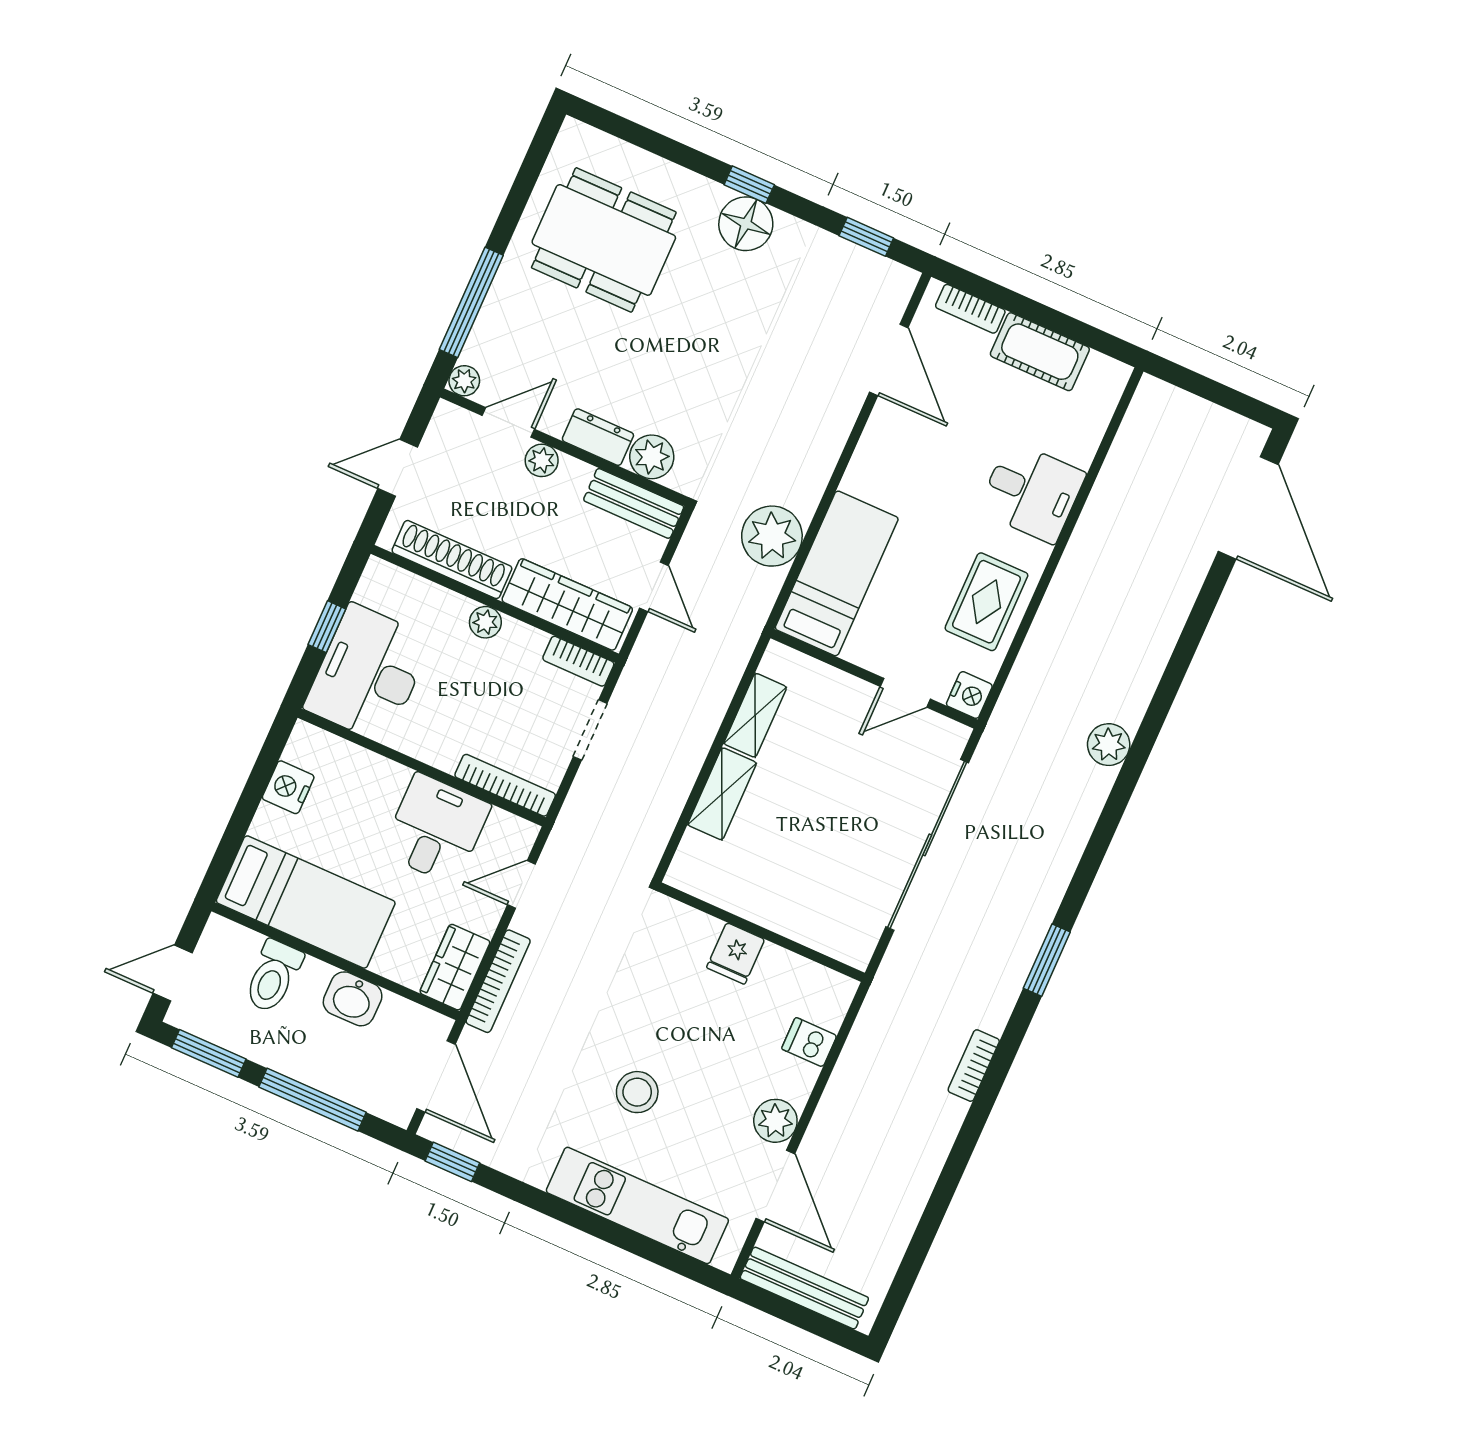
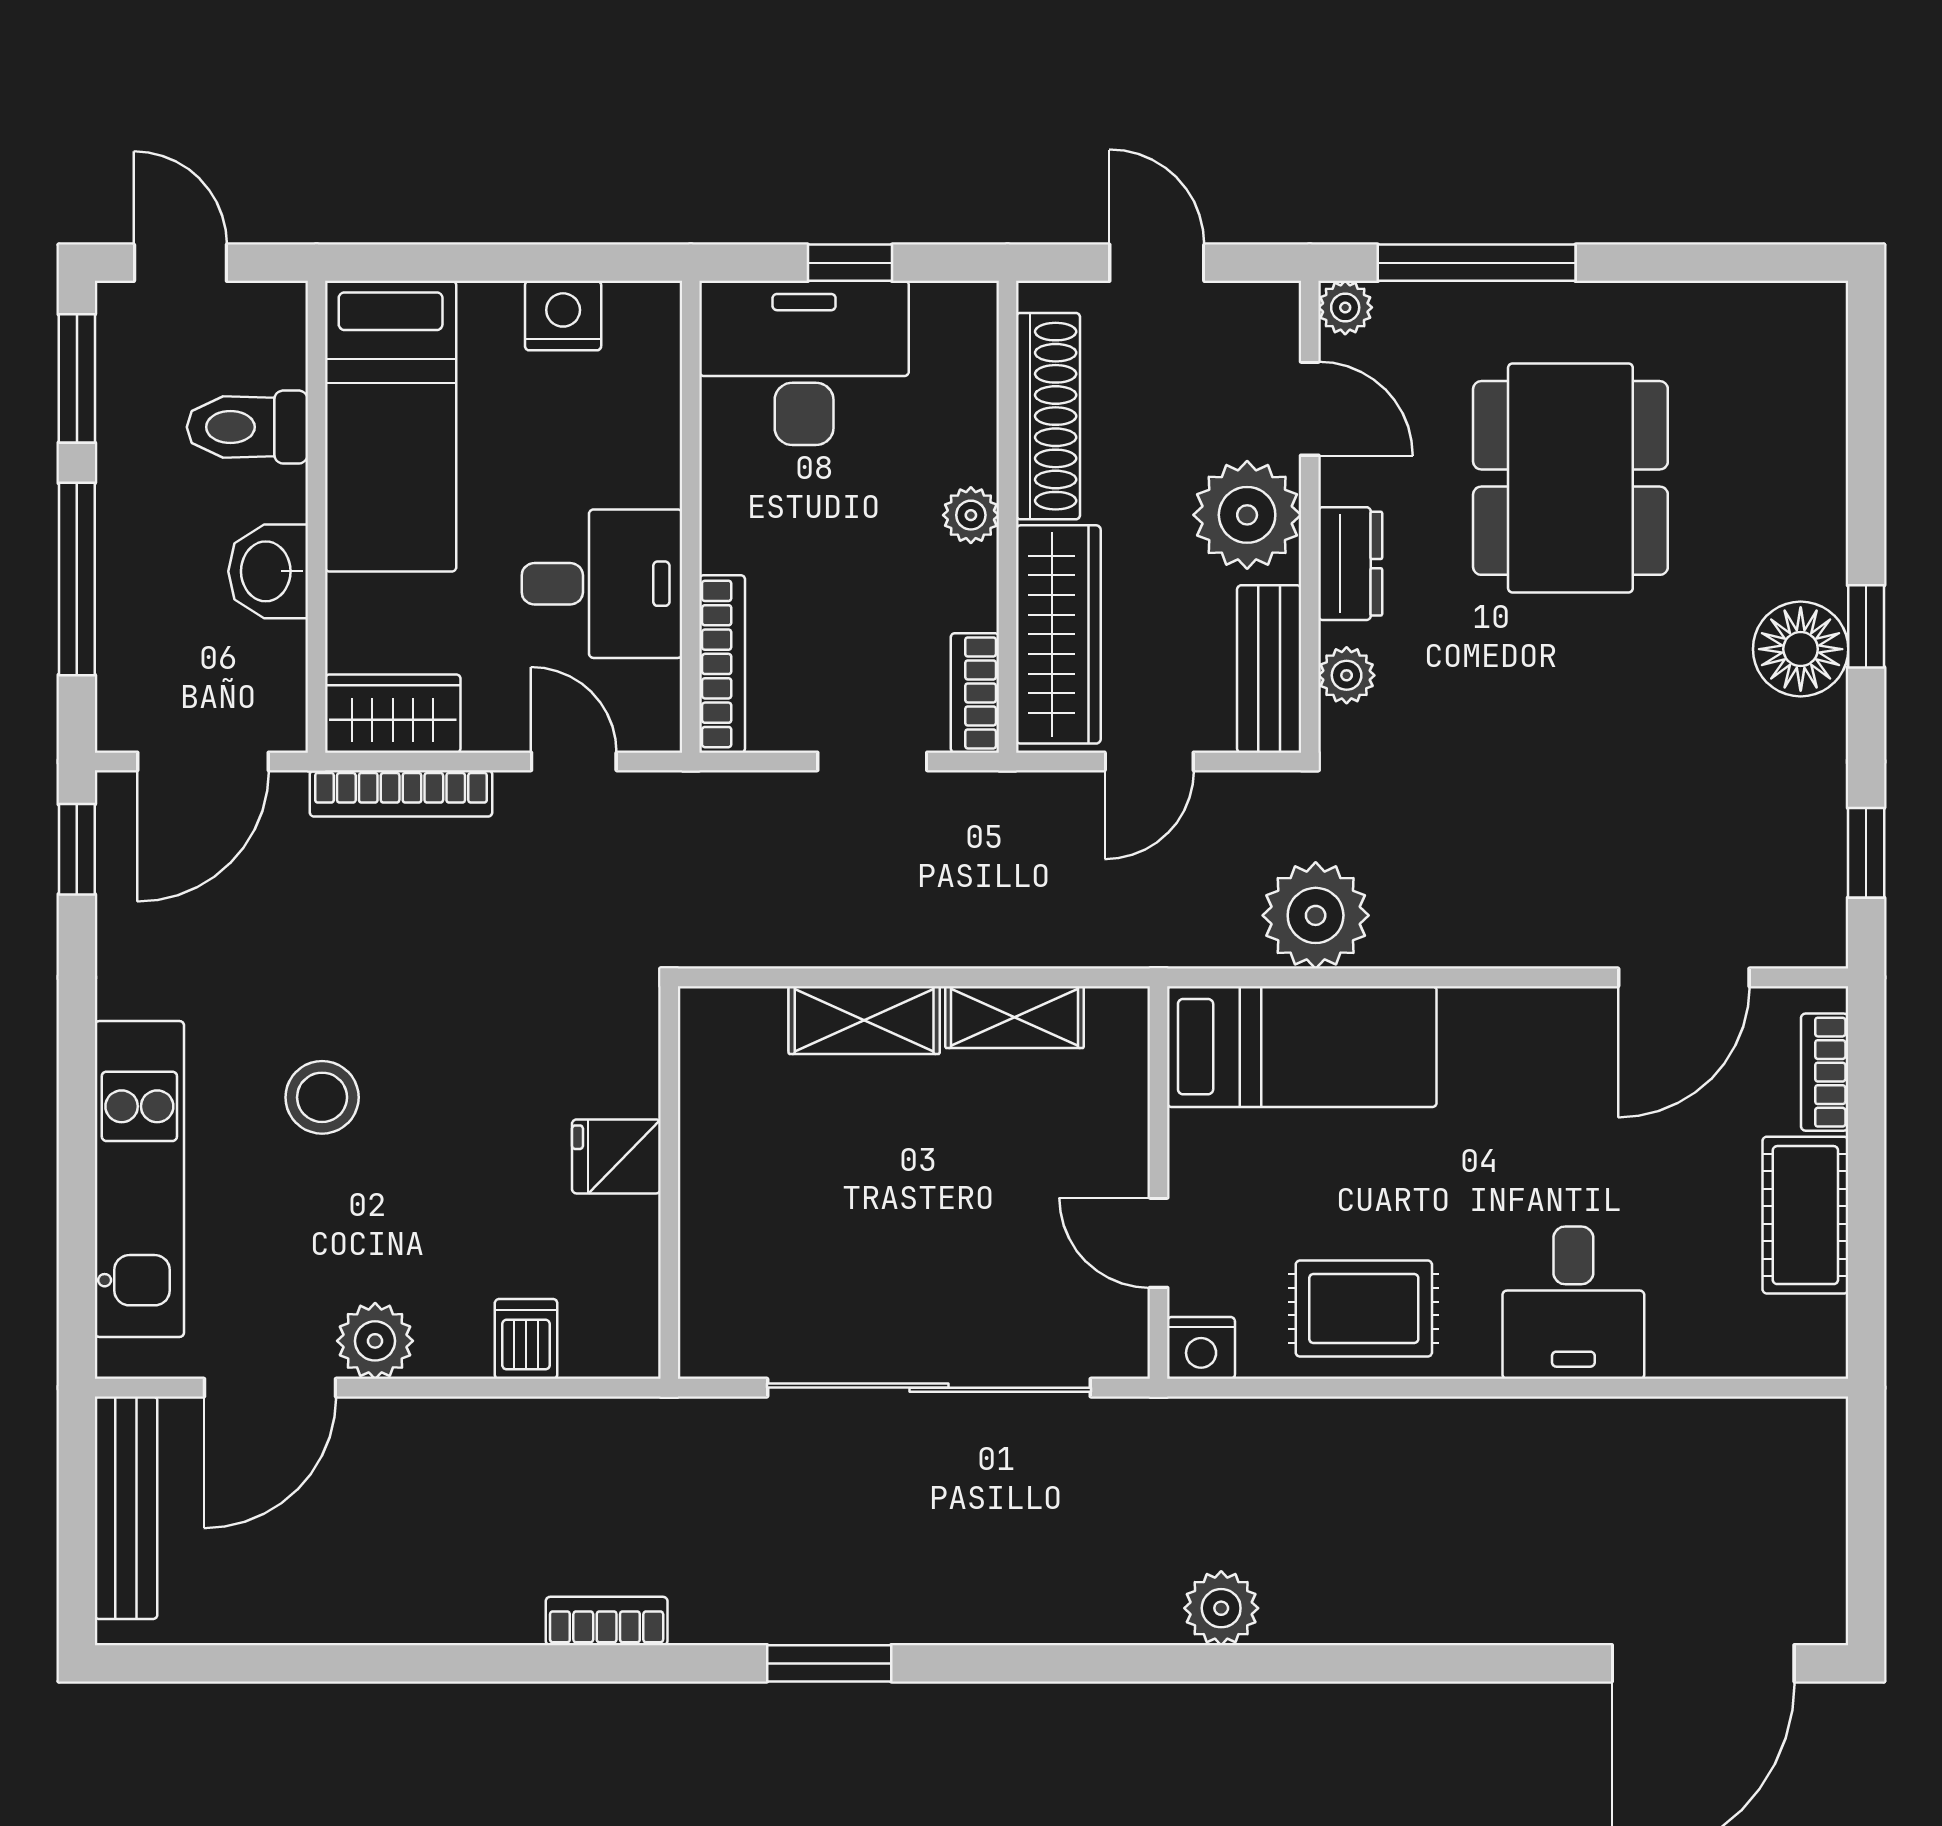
dining table: (604, 240) -> (1570, 478), moved
plant: (652, 457) -> (1347, 675), width x0.73, depth x0.73
plant: (542, 460) -> (1247, 515), width x1.87, depth x1.87

